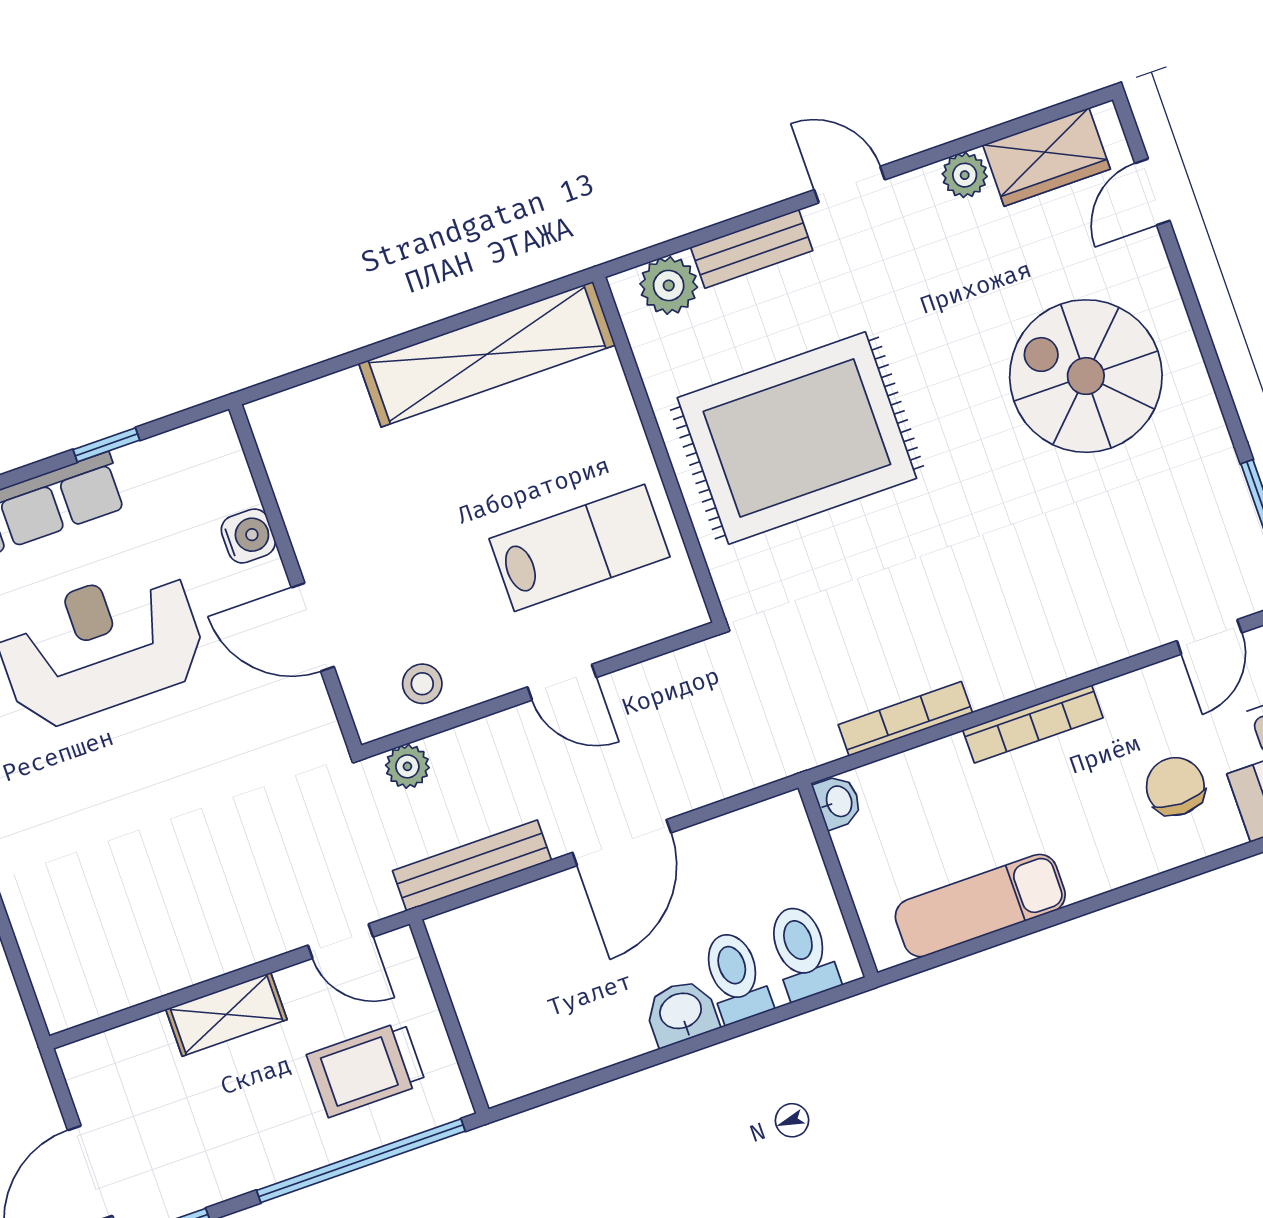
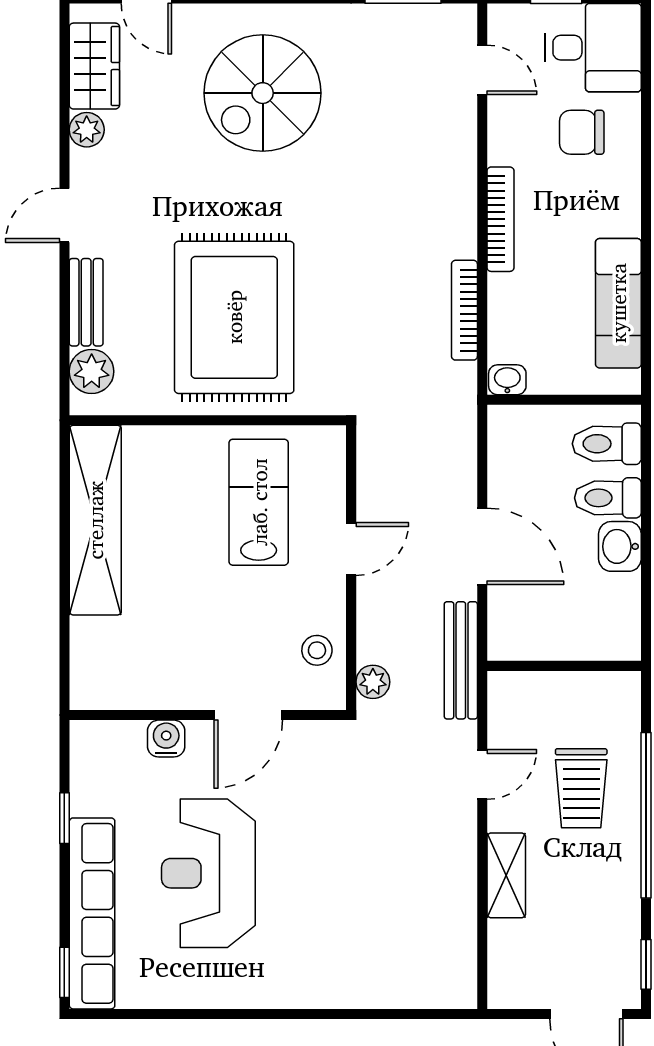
wall: (449, 1016) -> (564, 666), moved

